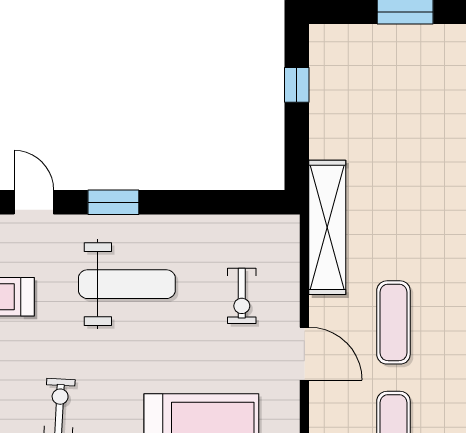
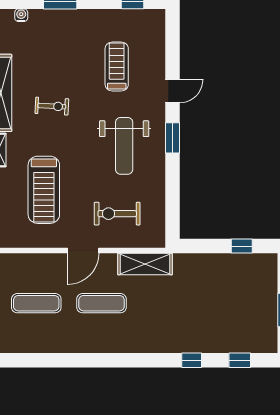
shelving: (327, 227) -> (145, 264), width x0.68
exercise bike: (242, 296) -> (117, 214), width x1.38, depth x1.39

